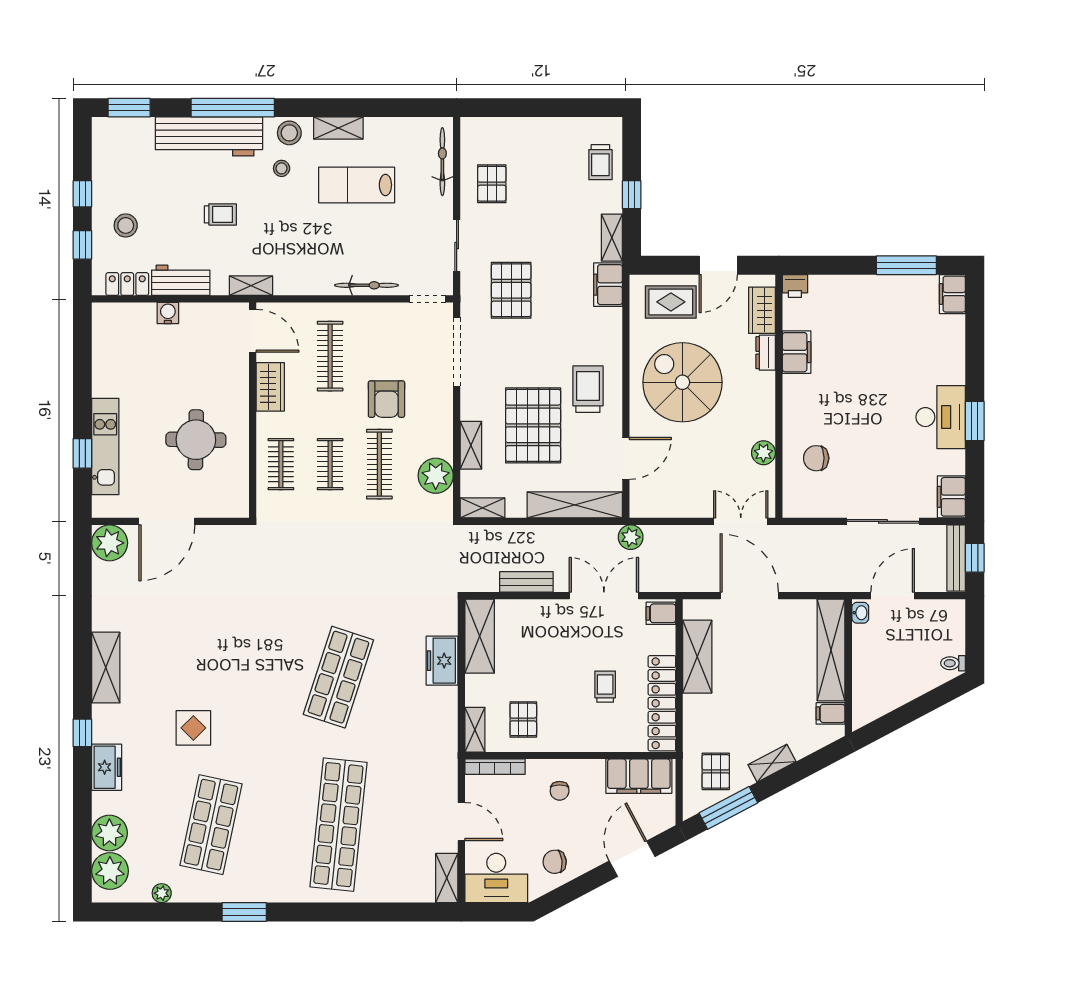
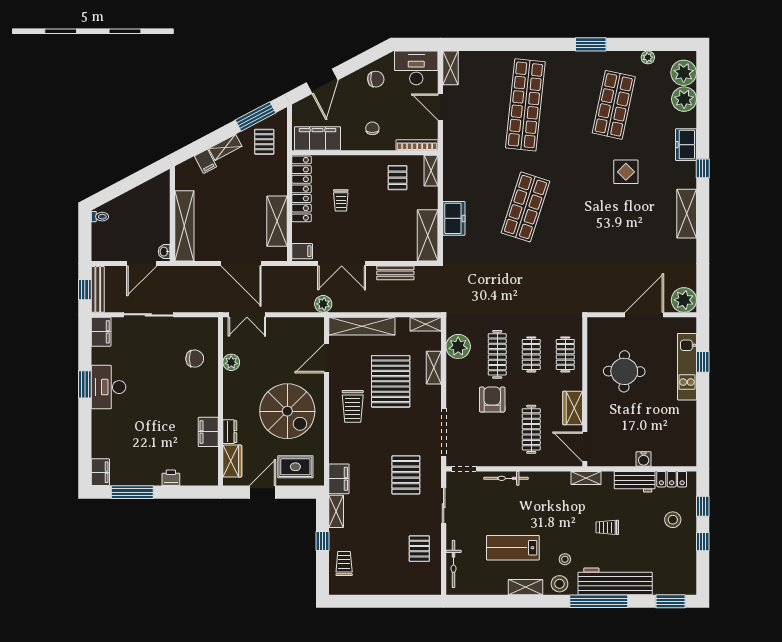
lab bench: (357, 185) -> (513, 548), turned 180
printer: (795, 286) -> (171, 478), moved
filing cabinet: (831, 713) -> (205, 161), moved, turned 62

